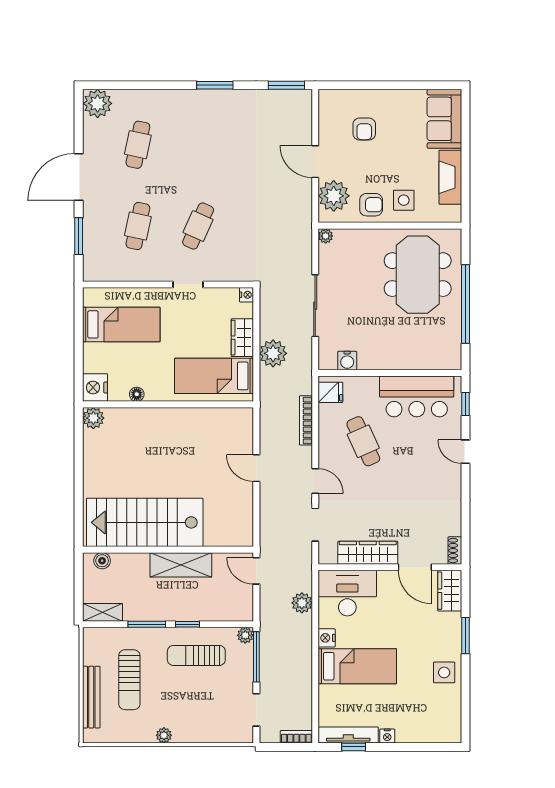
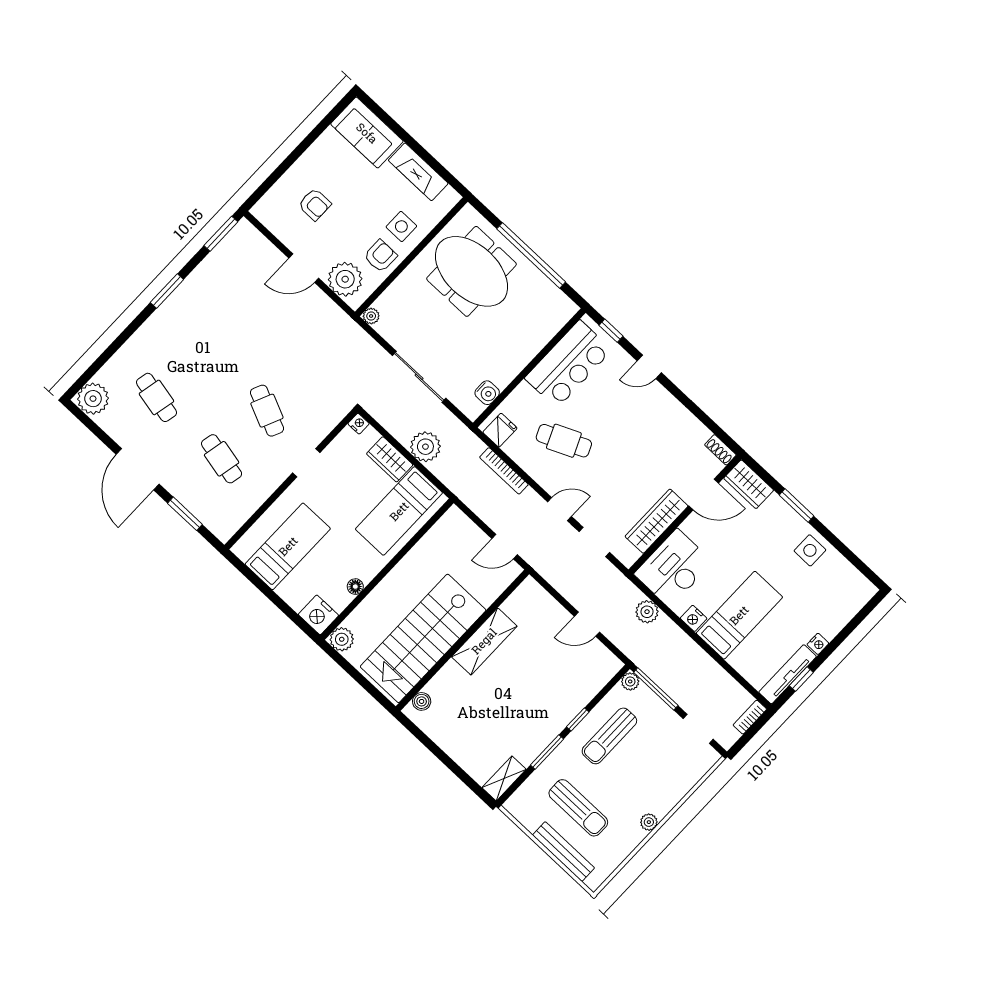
stairs: (145, 522) -> (423, 638), moved
wall: (168, 550) -> (462, 640), moved
boiler: (102, 561) -> (422, 701), moved
shelving: (181, 565) -> (484, 641), moved

